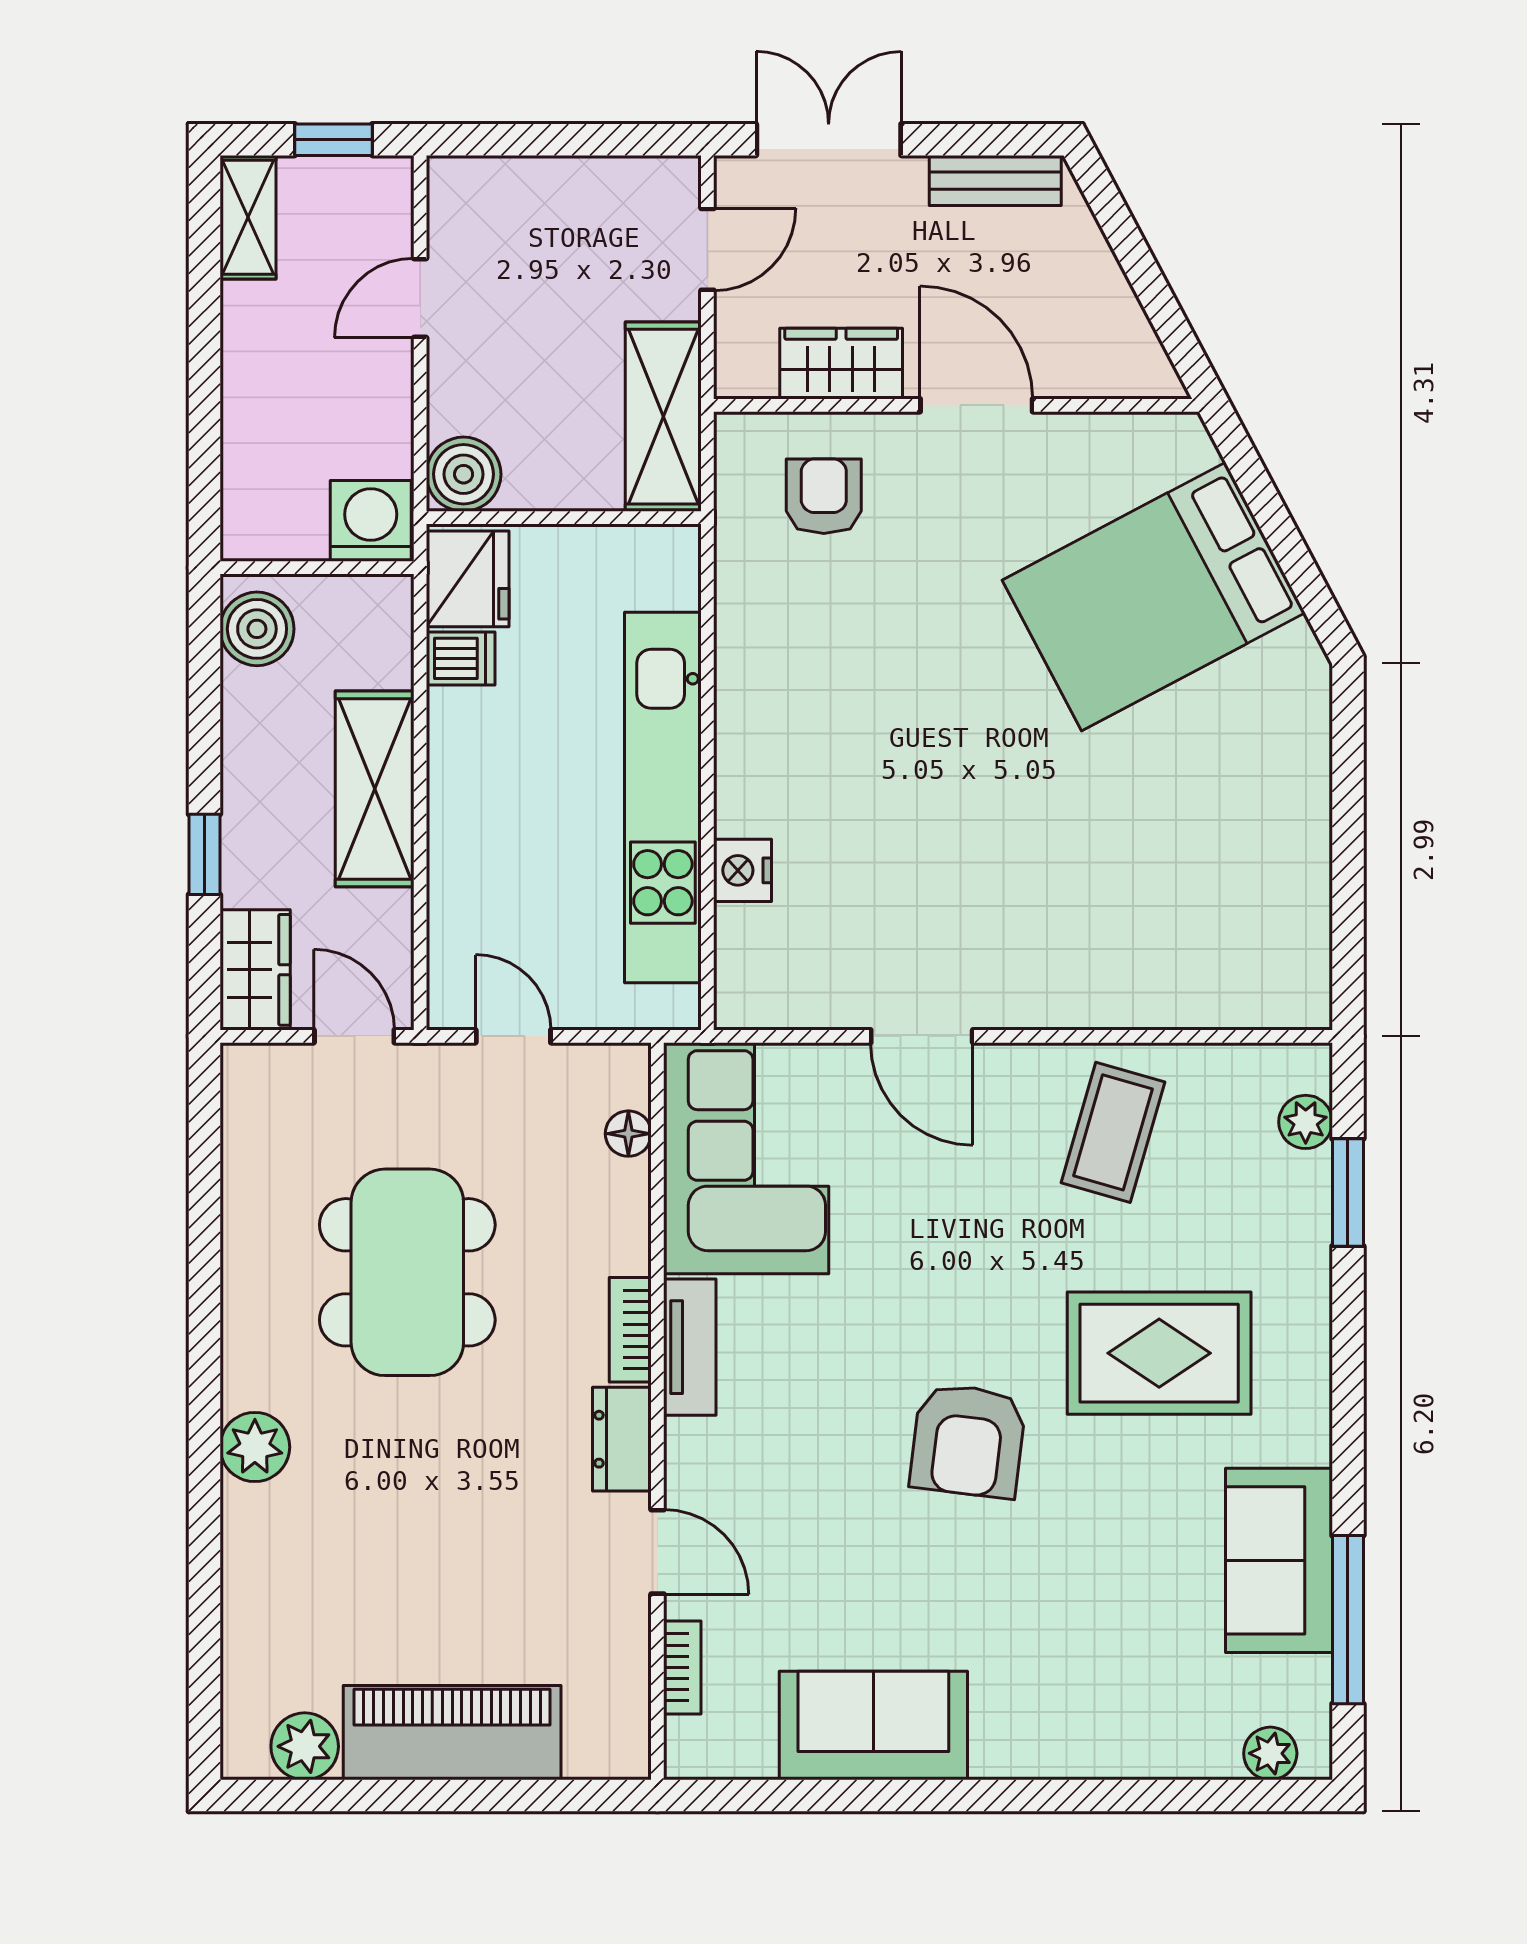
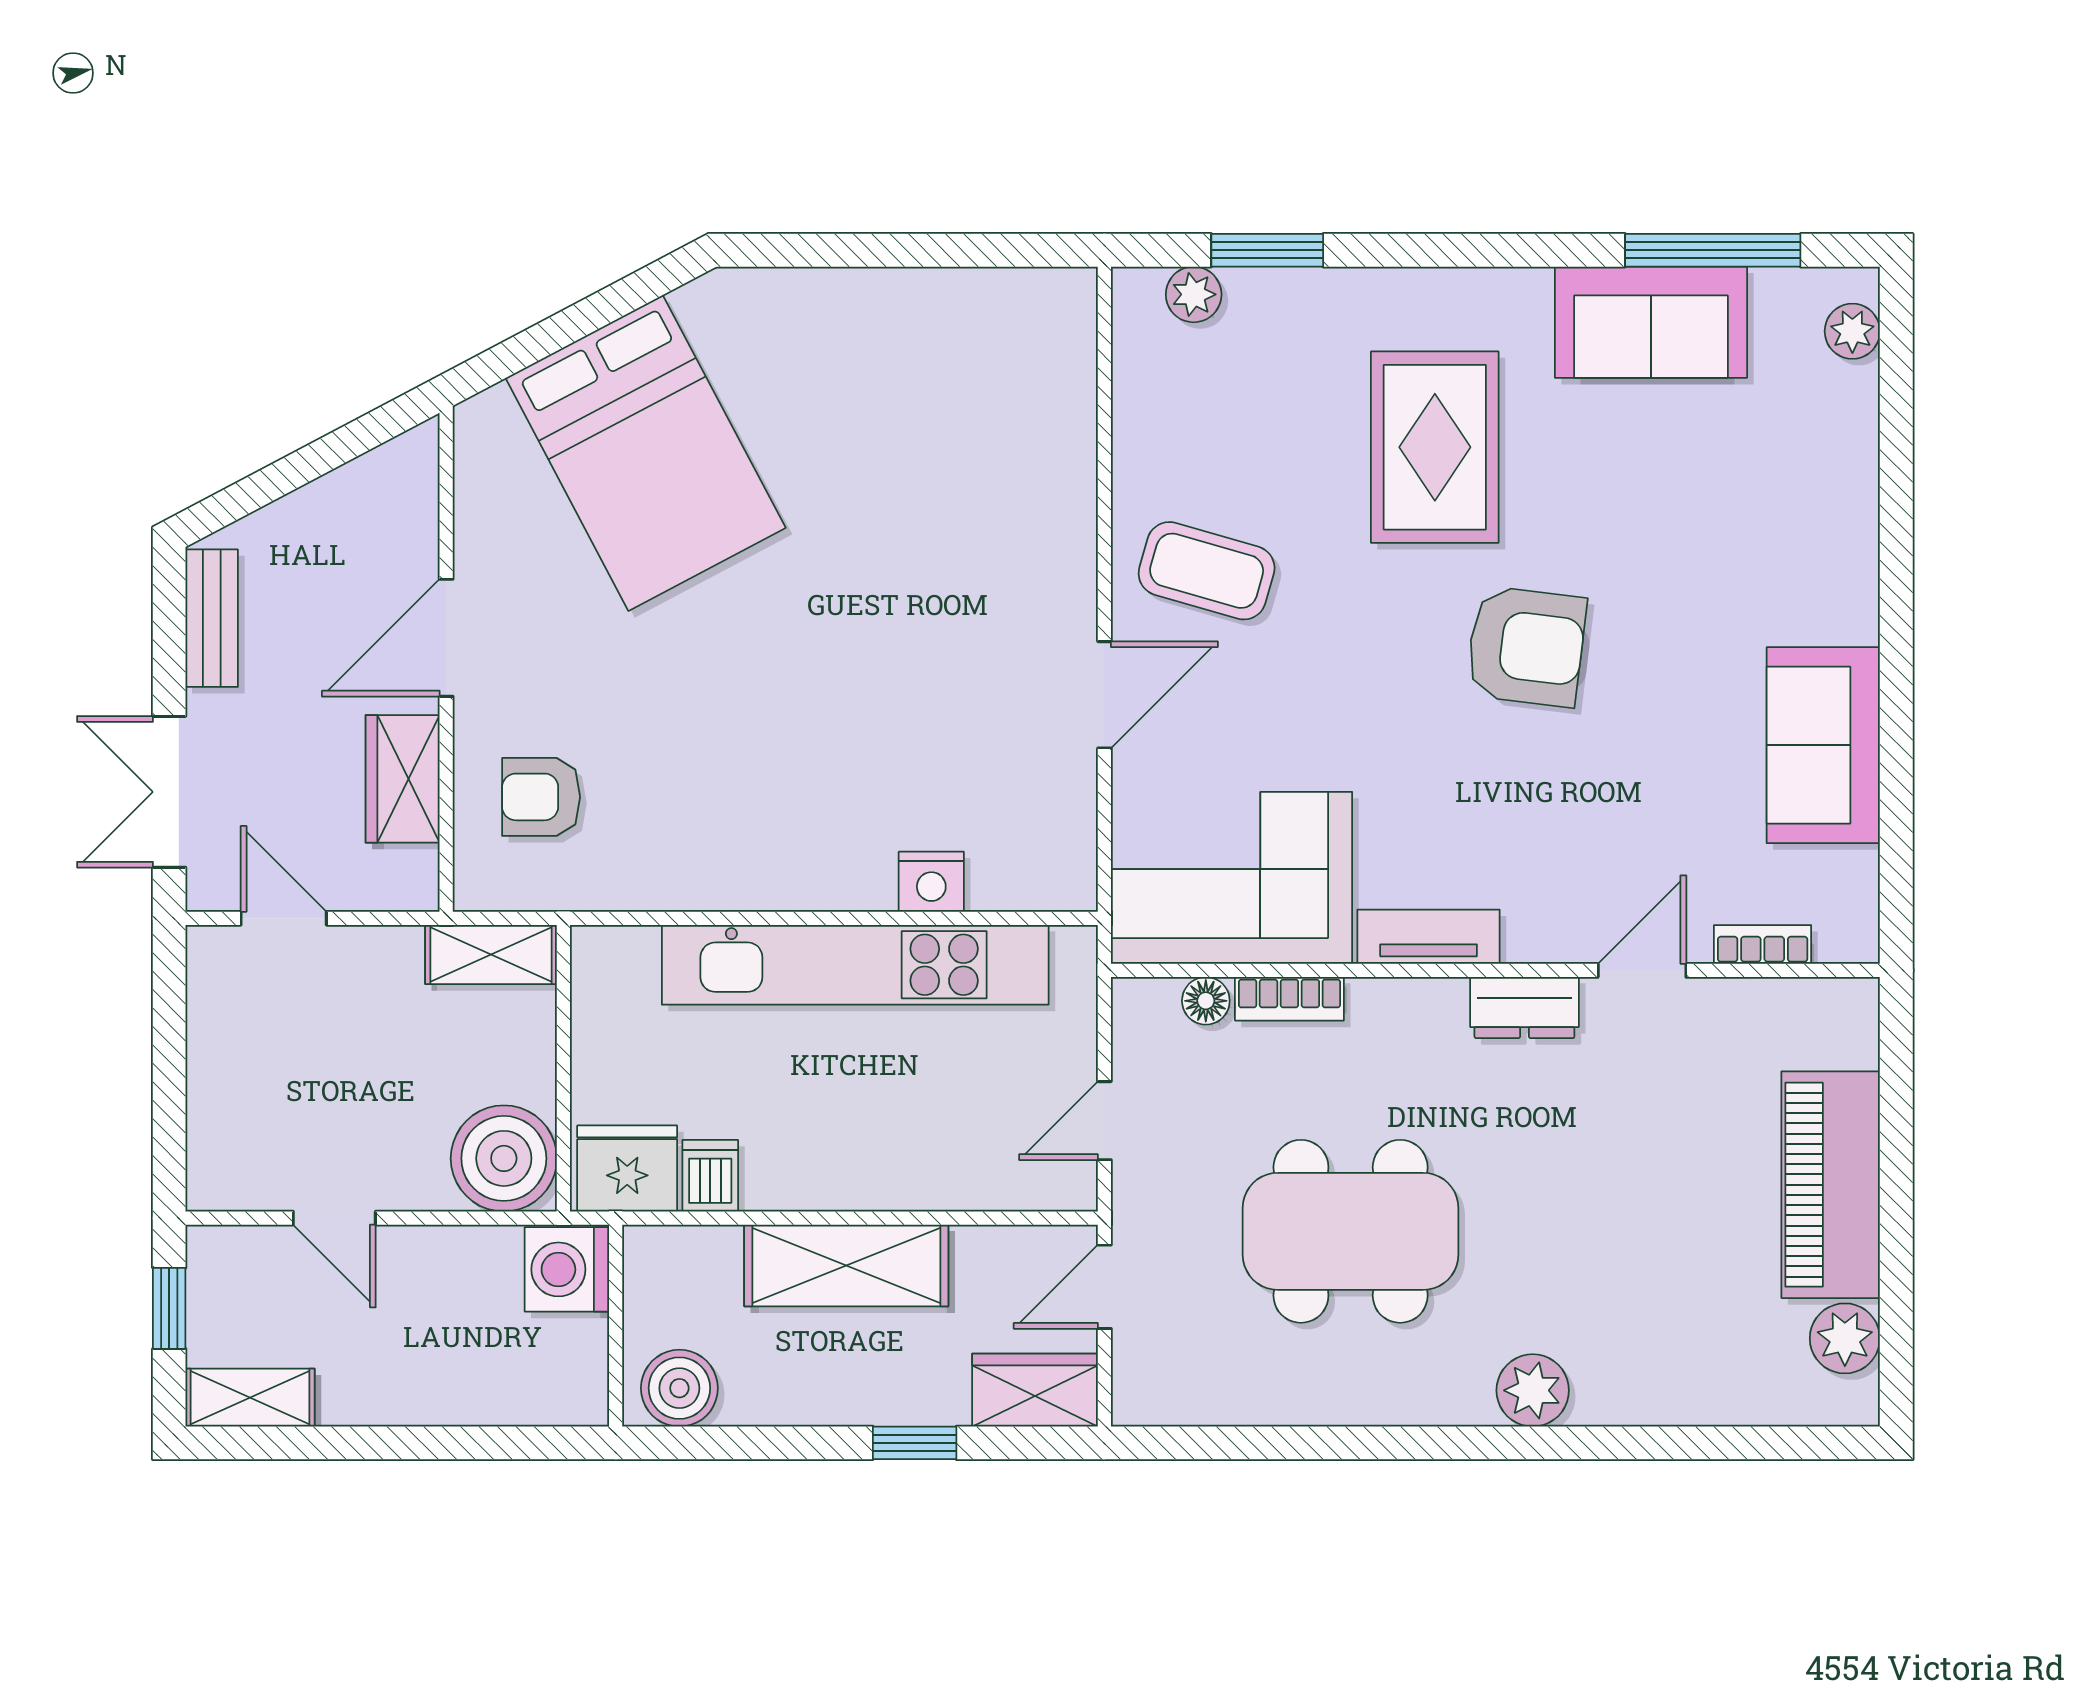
shelving: (663, 417) -> (491, 954), width x0.67, depth x0.75
boiler: (464, 474) -> (504, 1158), width x1.37, depth x1.37
coffee table: (1113, 1132) -> (1207, 571), moved
bookcase: (630, 1330) -> (1289, 999), moved

